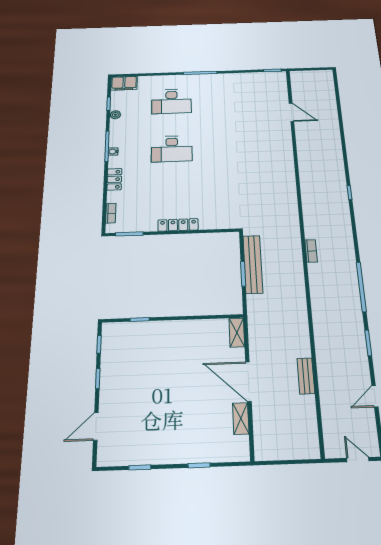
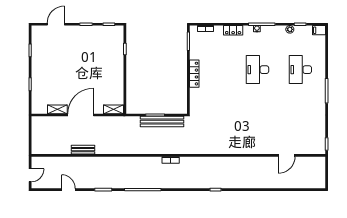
filing cabinet: (124, 83) -> (319, 30), width x0.50
door: (96, 426) -> (56, 24), hinge flipped

